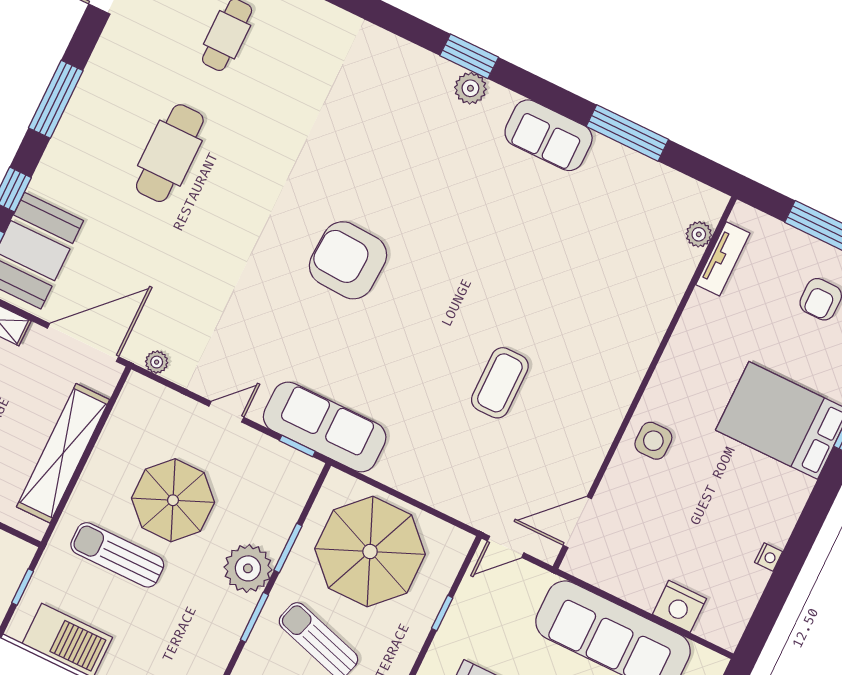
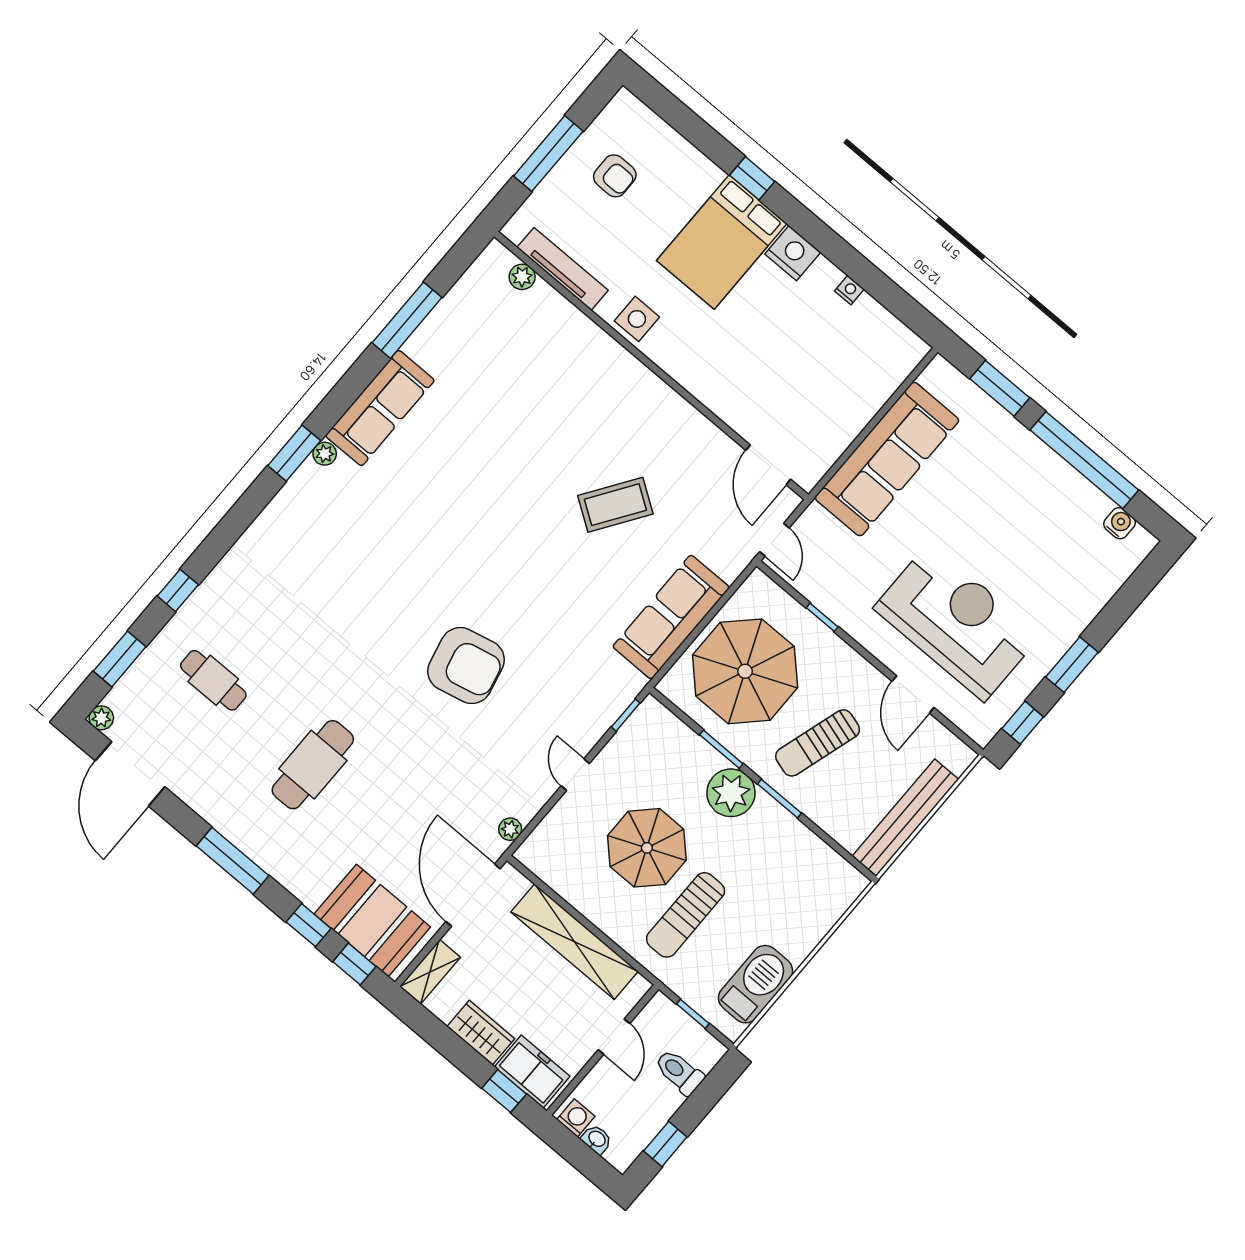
plant: (470, 88) -> (325, 454), width x0.73, depth x0.73
sofa: (549, 135) -> (380, 408), width x1.36
cafe table: (170, 153) -> (313, 765), turned 90
tv unit: (723, 259) -> (562, 269), width x1.41
armchair: (348, 260) -> (466, 665), moved, turned -106
coffee table: (500, 383) -> (615, 505), turned -56
sofa: (325, 427) -> (671, 617), moved
side table: (653, 441) -> (637, 319), moved
nightstand: (679, 606) -> (793, 253), moved, turned -90

